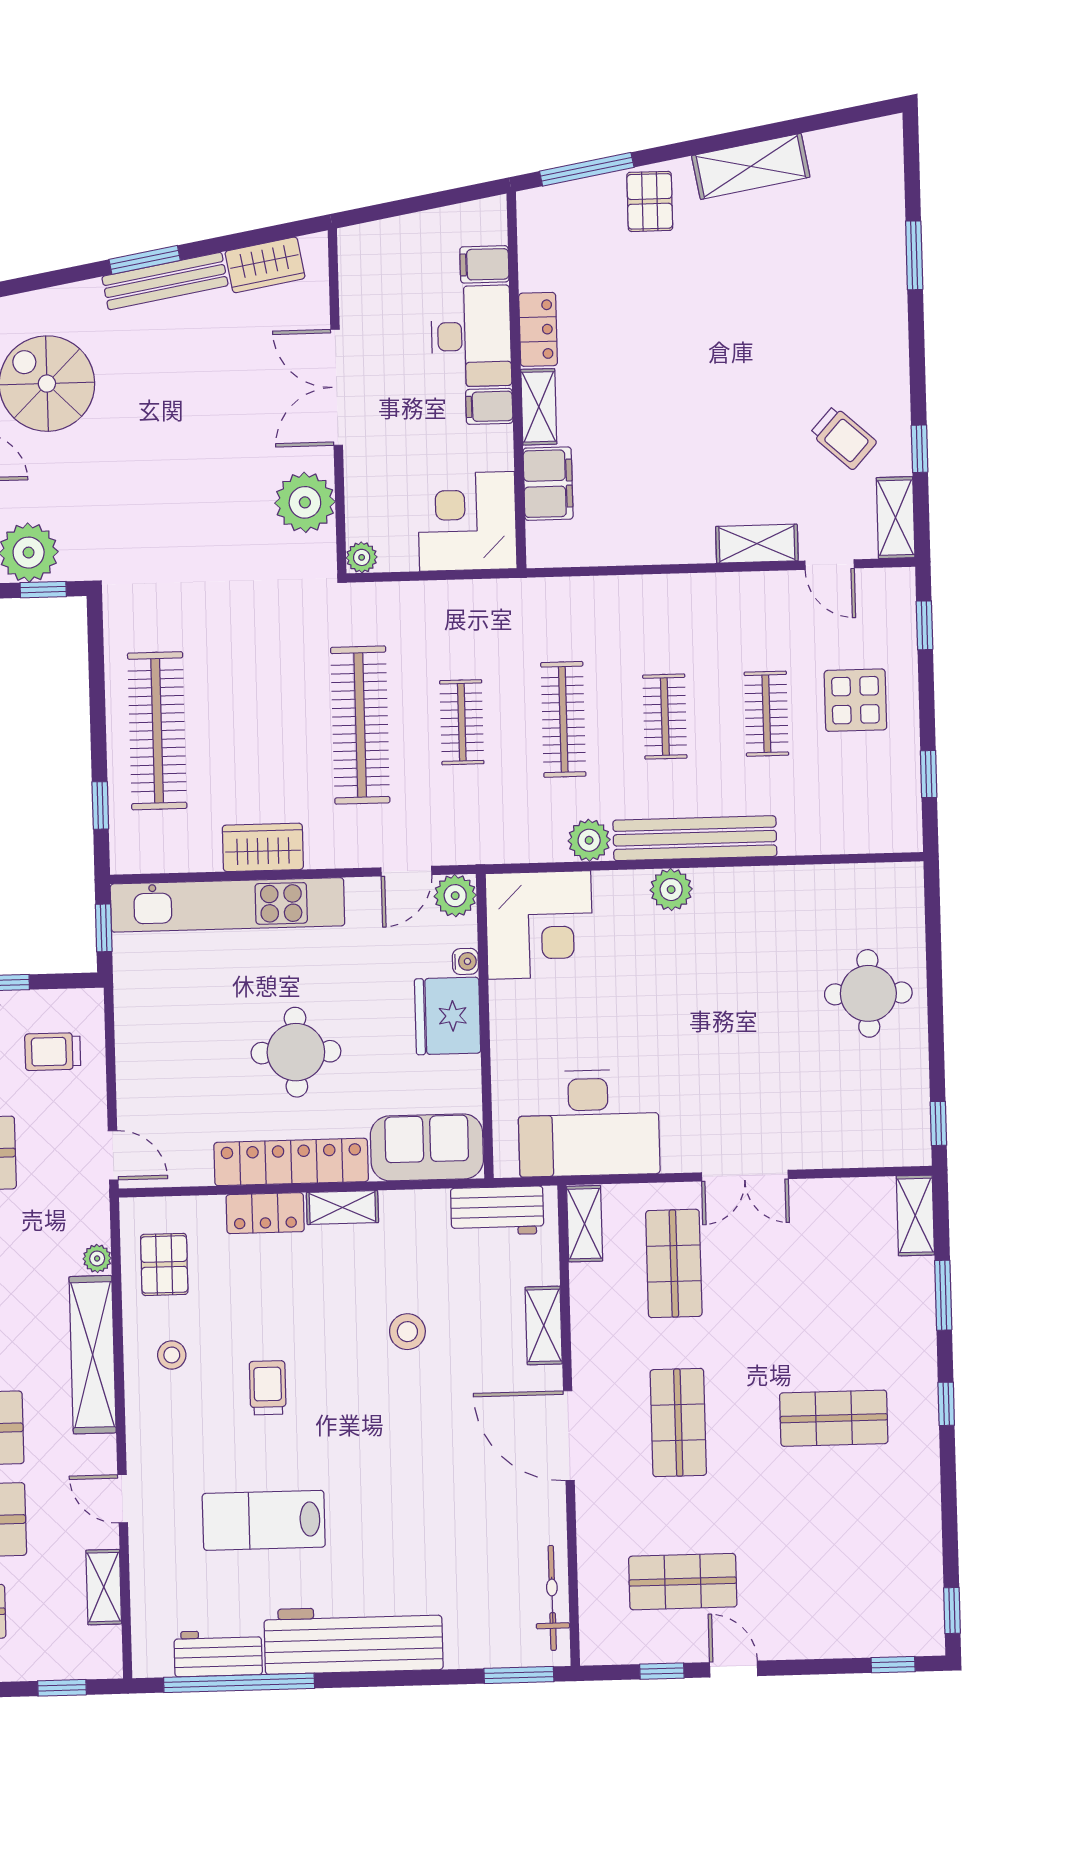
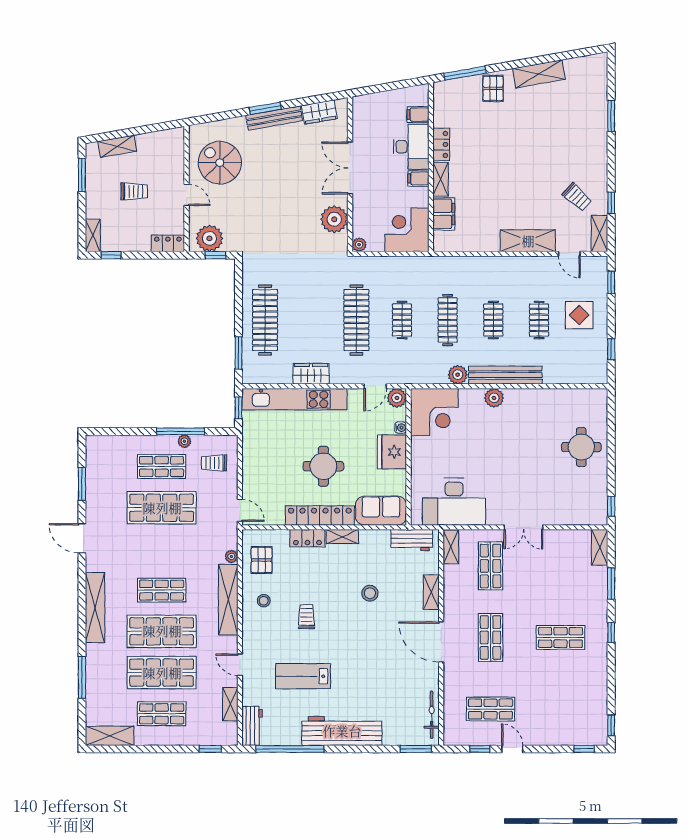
shelving: (757, 544) -> (528, 241), width x1.50, depth x1.33
window: (100, 805) -> (239, 353), width x1.50
workbench: (218, 1653) -> (252, 726), moved, turned 90

